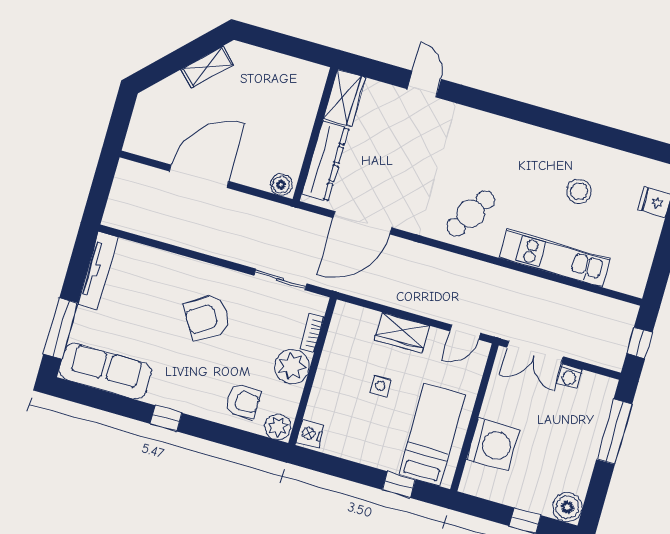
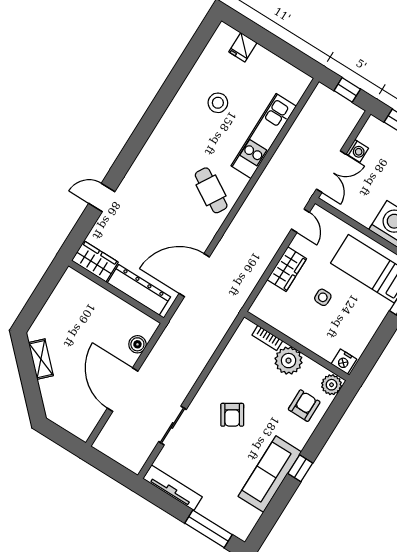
boiler: (281, 185) -> (137, 344), moved
door: (362, 223) -> (194, 275), swing flipped
sliding door: (280, 279) -> (172, 425), moved
armchair: (207, 317) -> (232, 415), width x0.72, depth x0.72
sofa: (105, 371) -> (270, 474), moved

